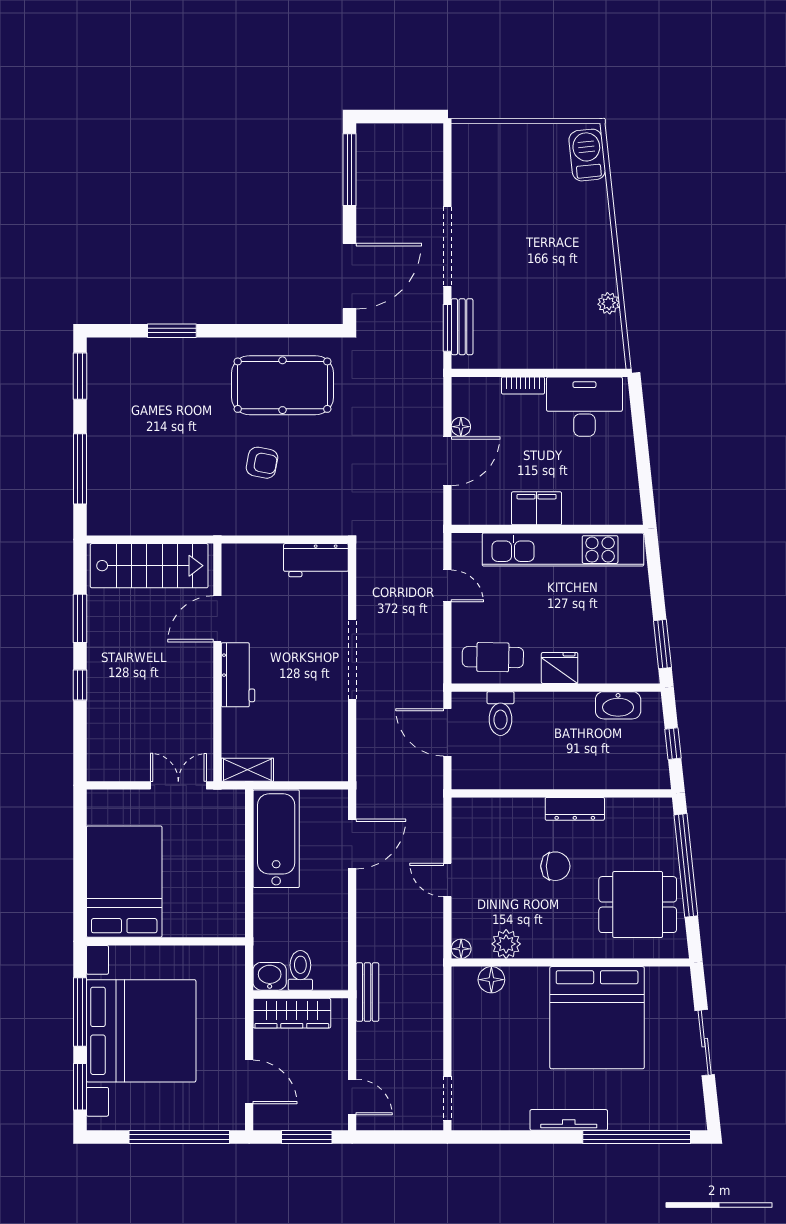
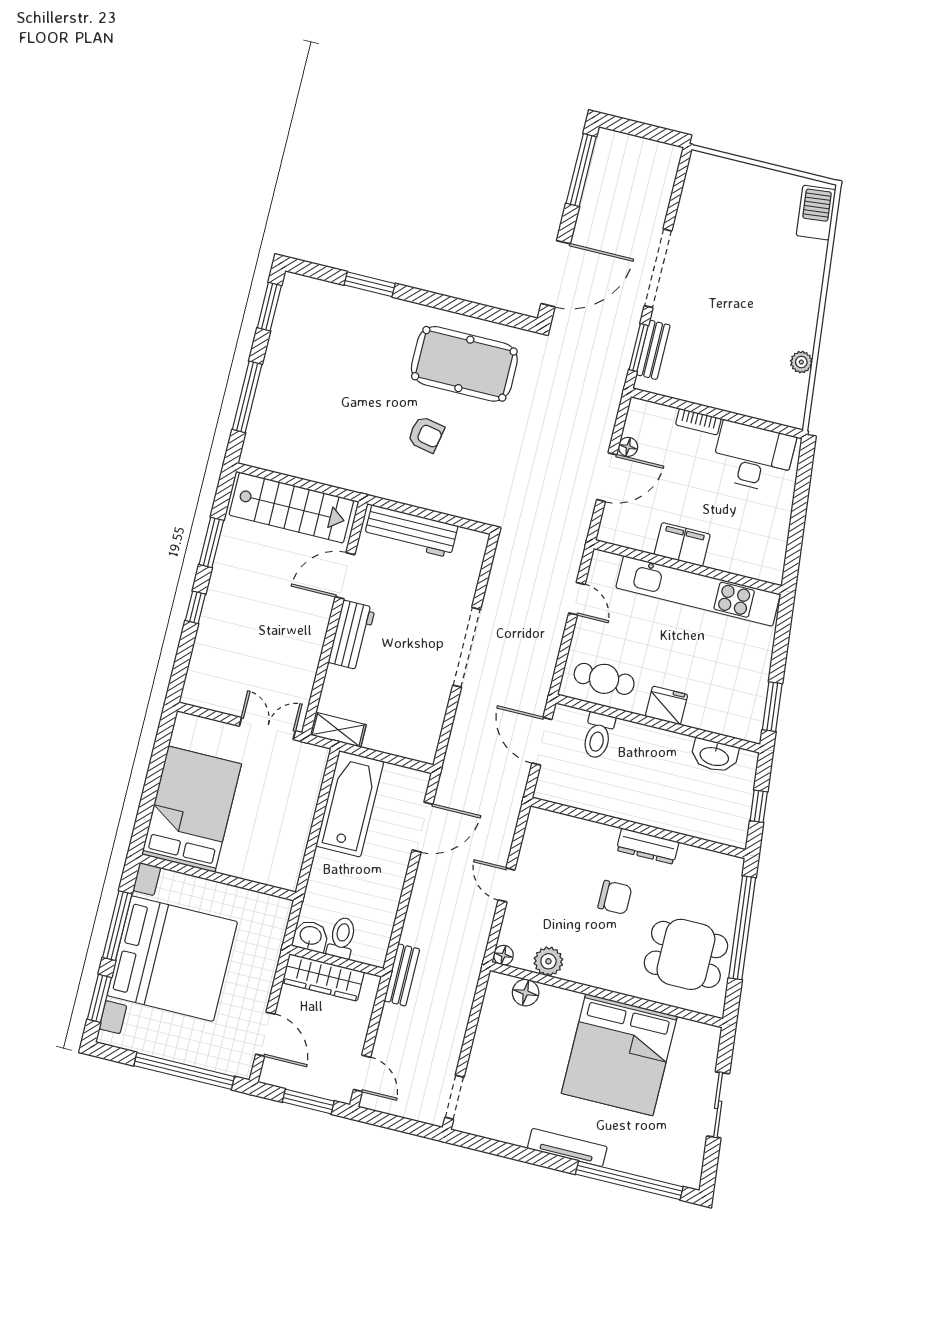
workbench: (316, 560) -> (411, 531), moved, width x1.37

